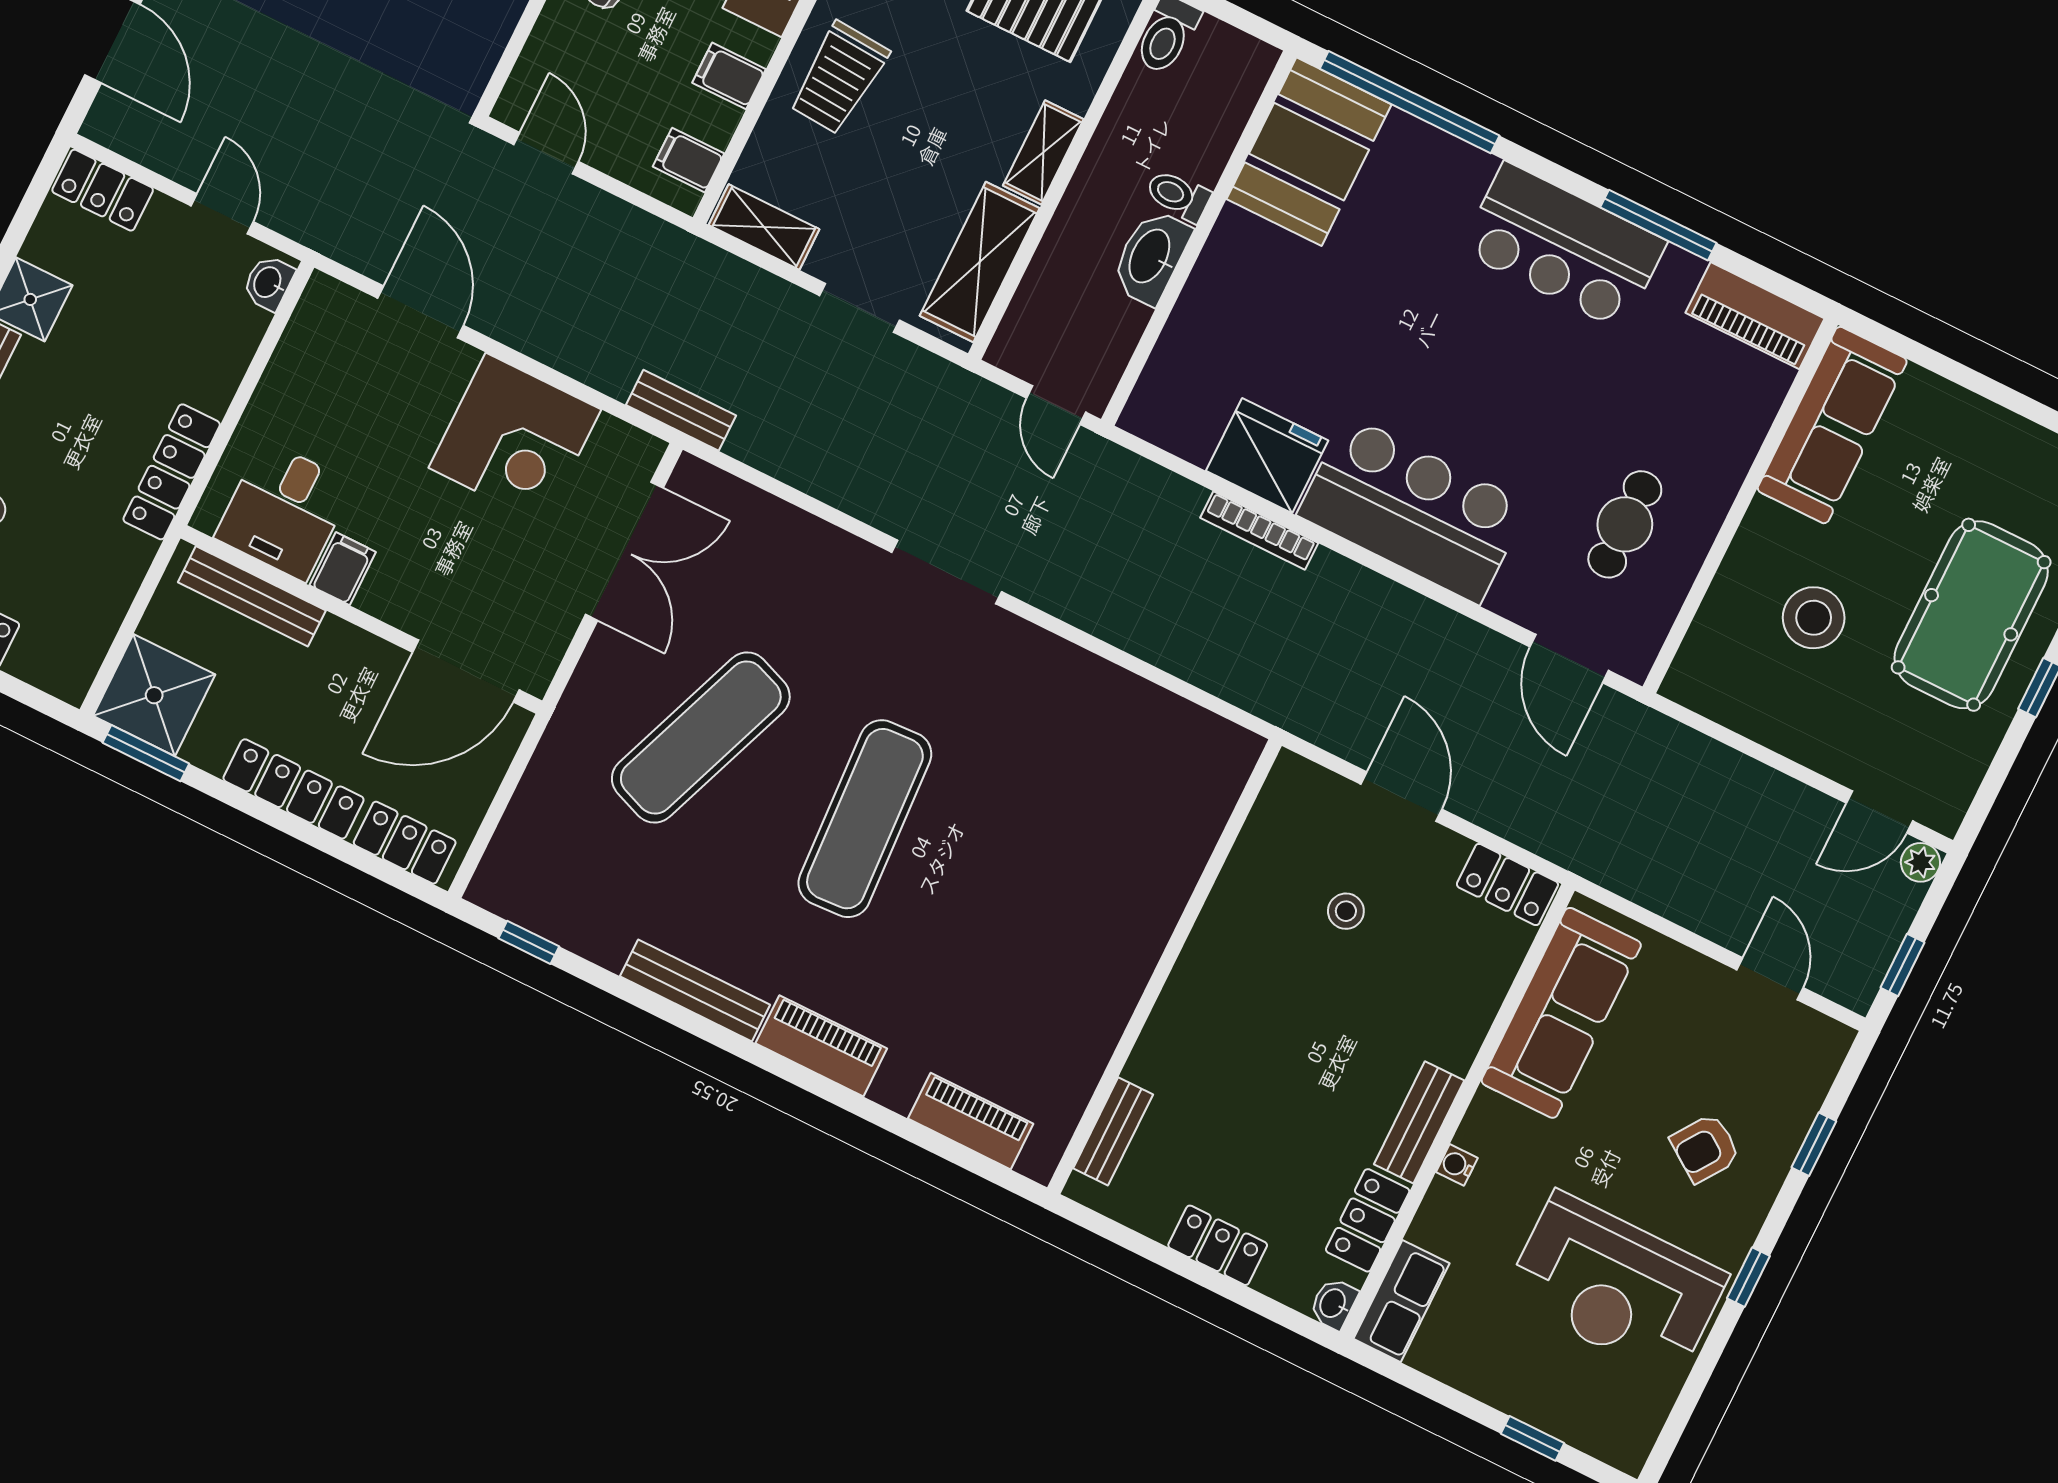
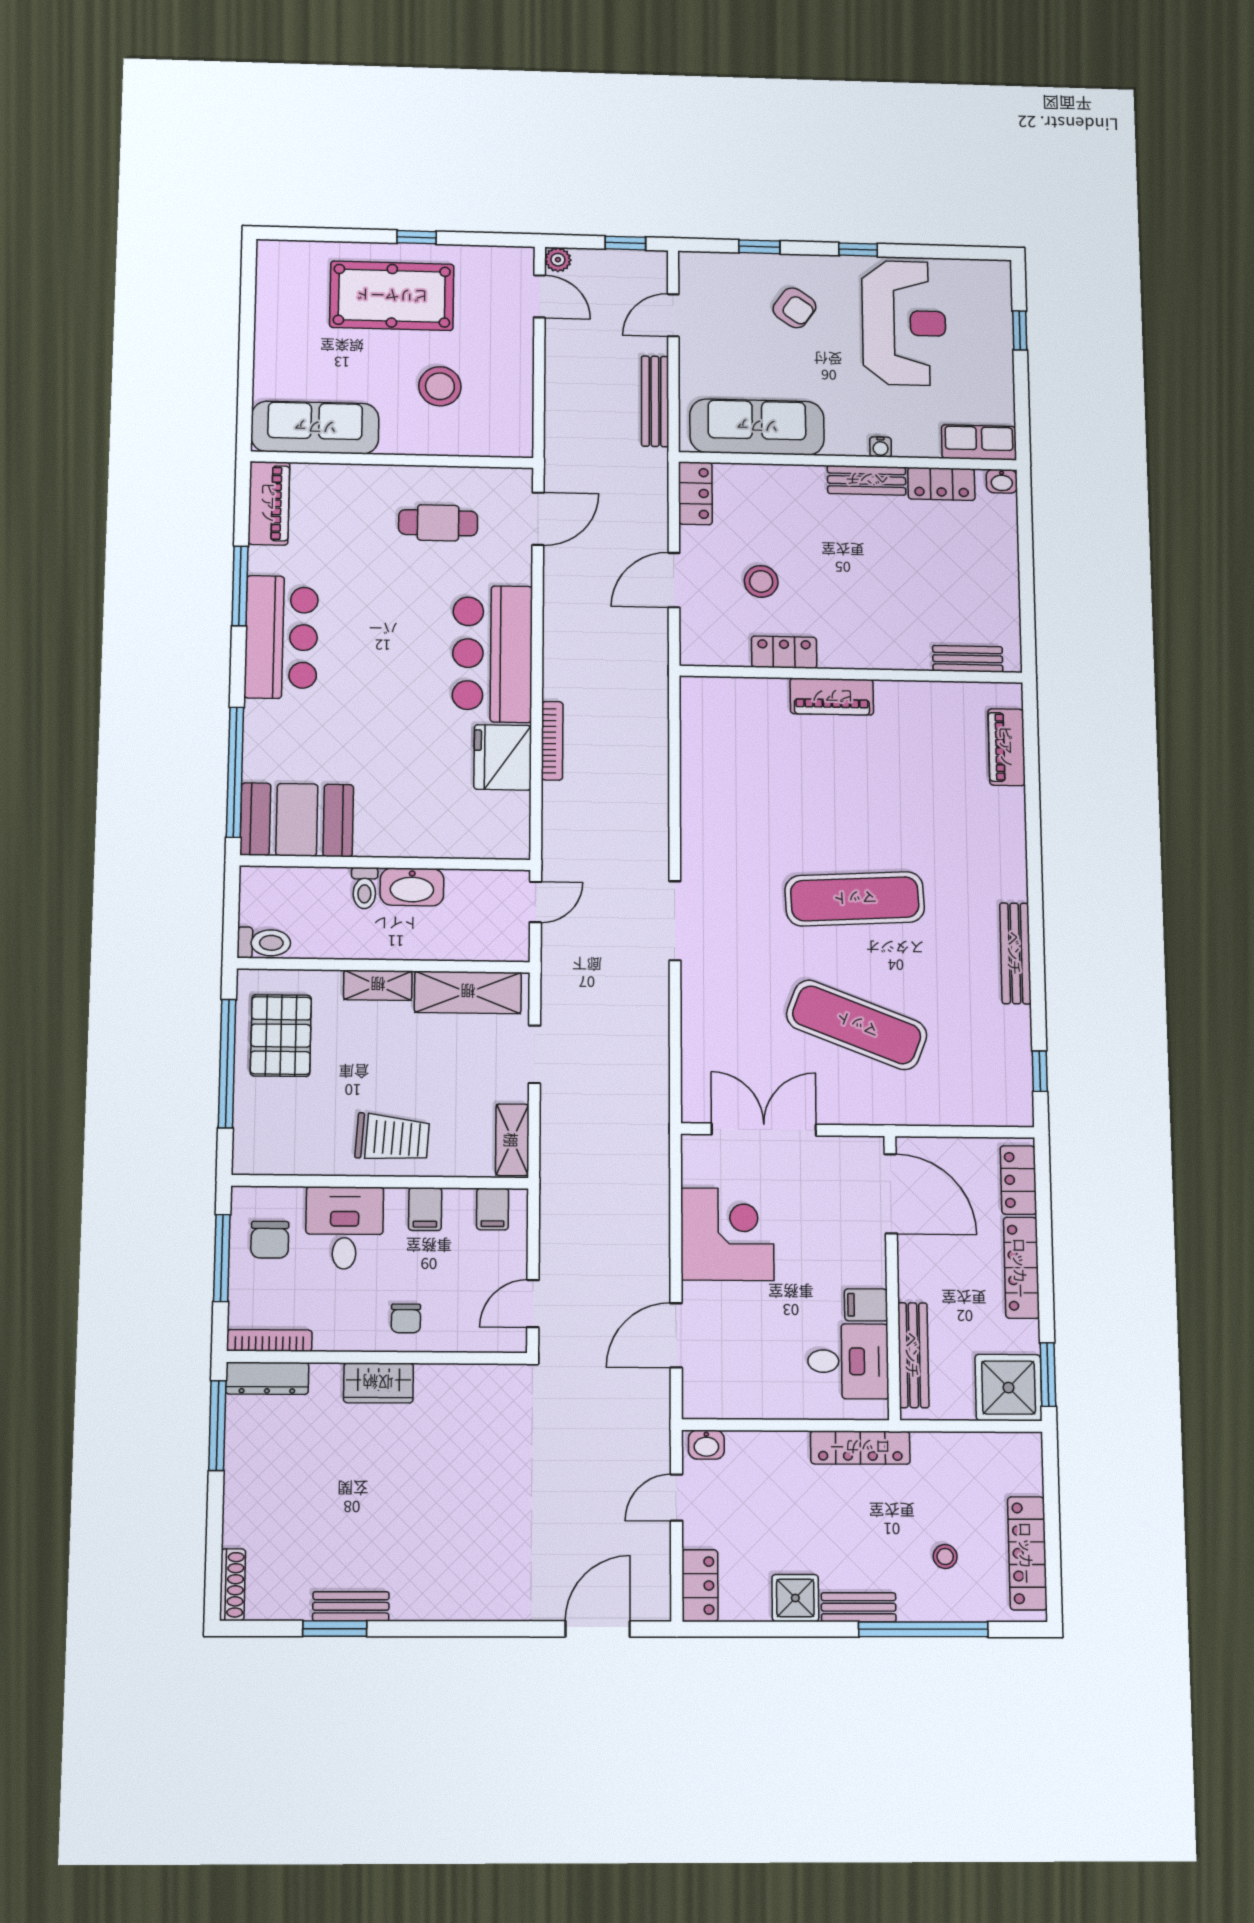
bench: (681, 410) -> (655, 401), moved, width x1.36
stool: (1346, 911) -> (761, 581), width x1.37, depth x1.37
piano: (821, 1046) -> (832, 697), moved, turned -90
locker: (1218, 1245) -> (784, 652), moved, turned 90

